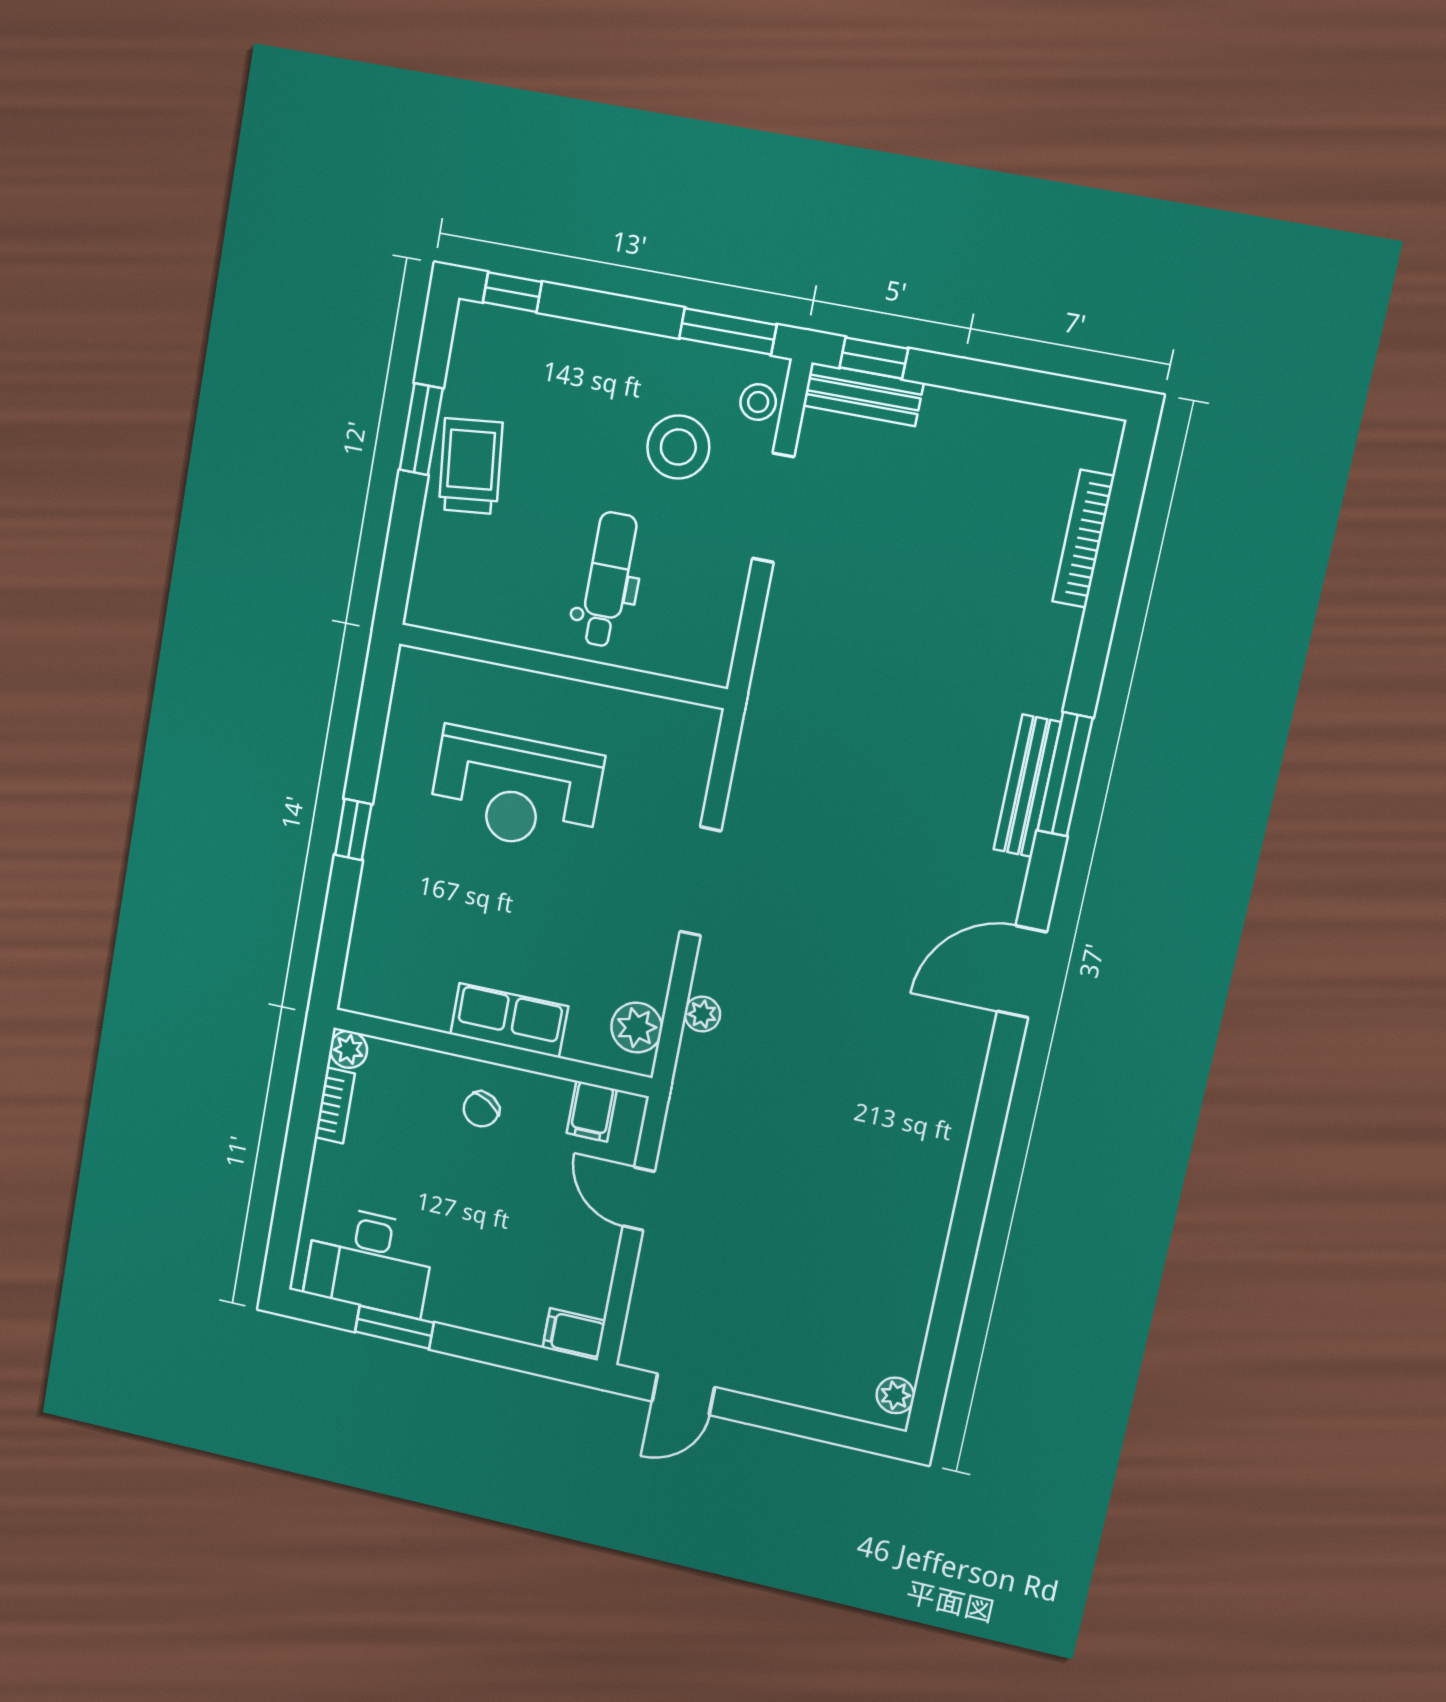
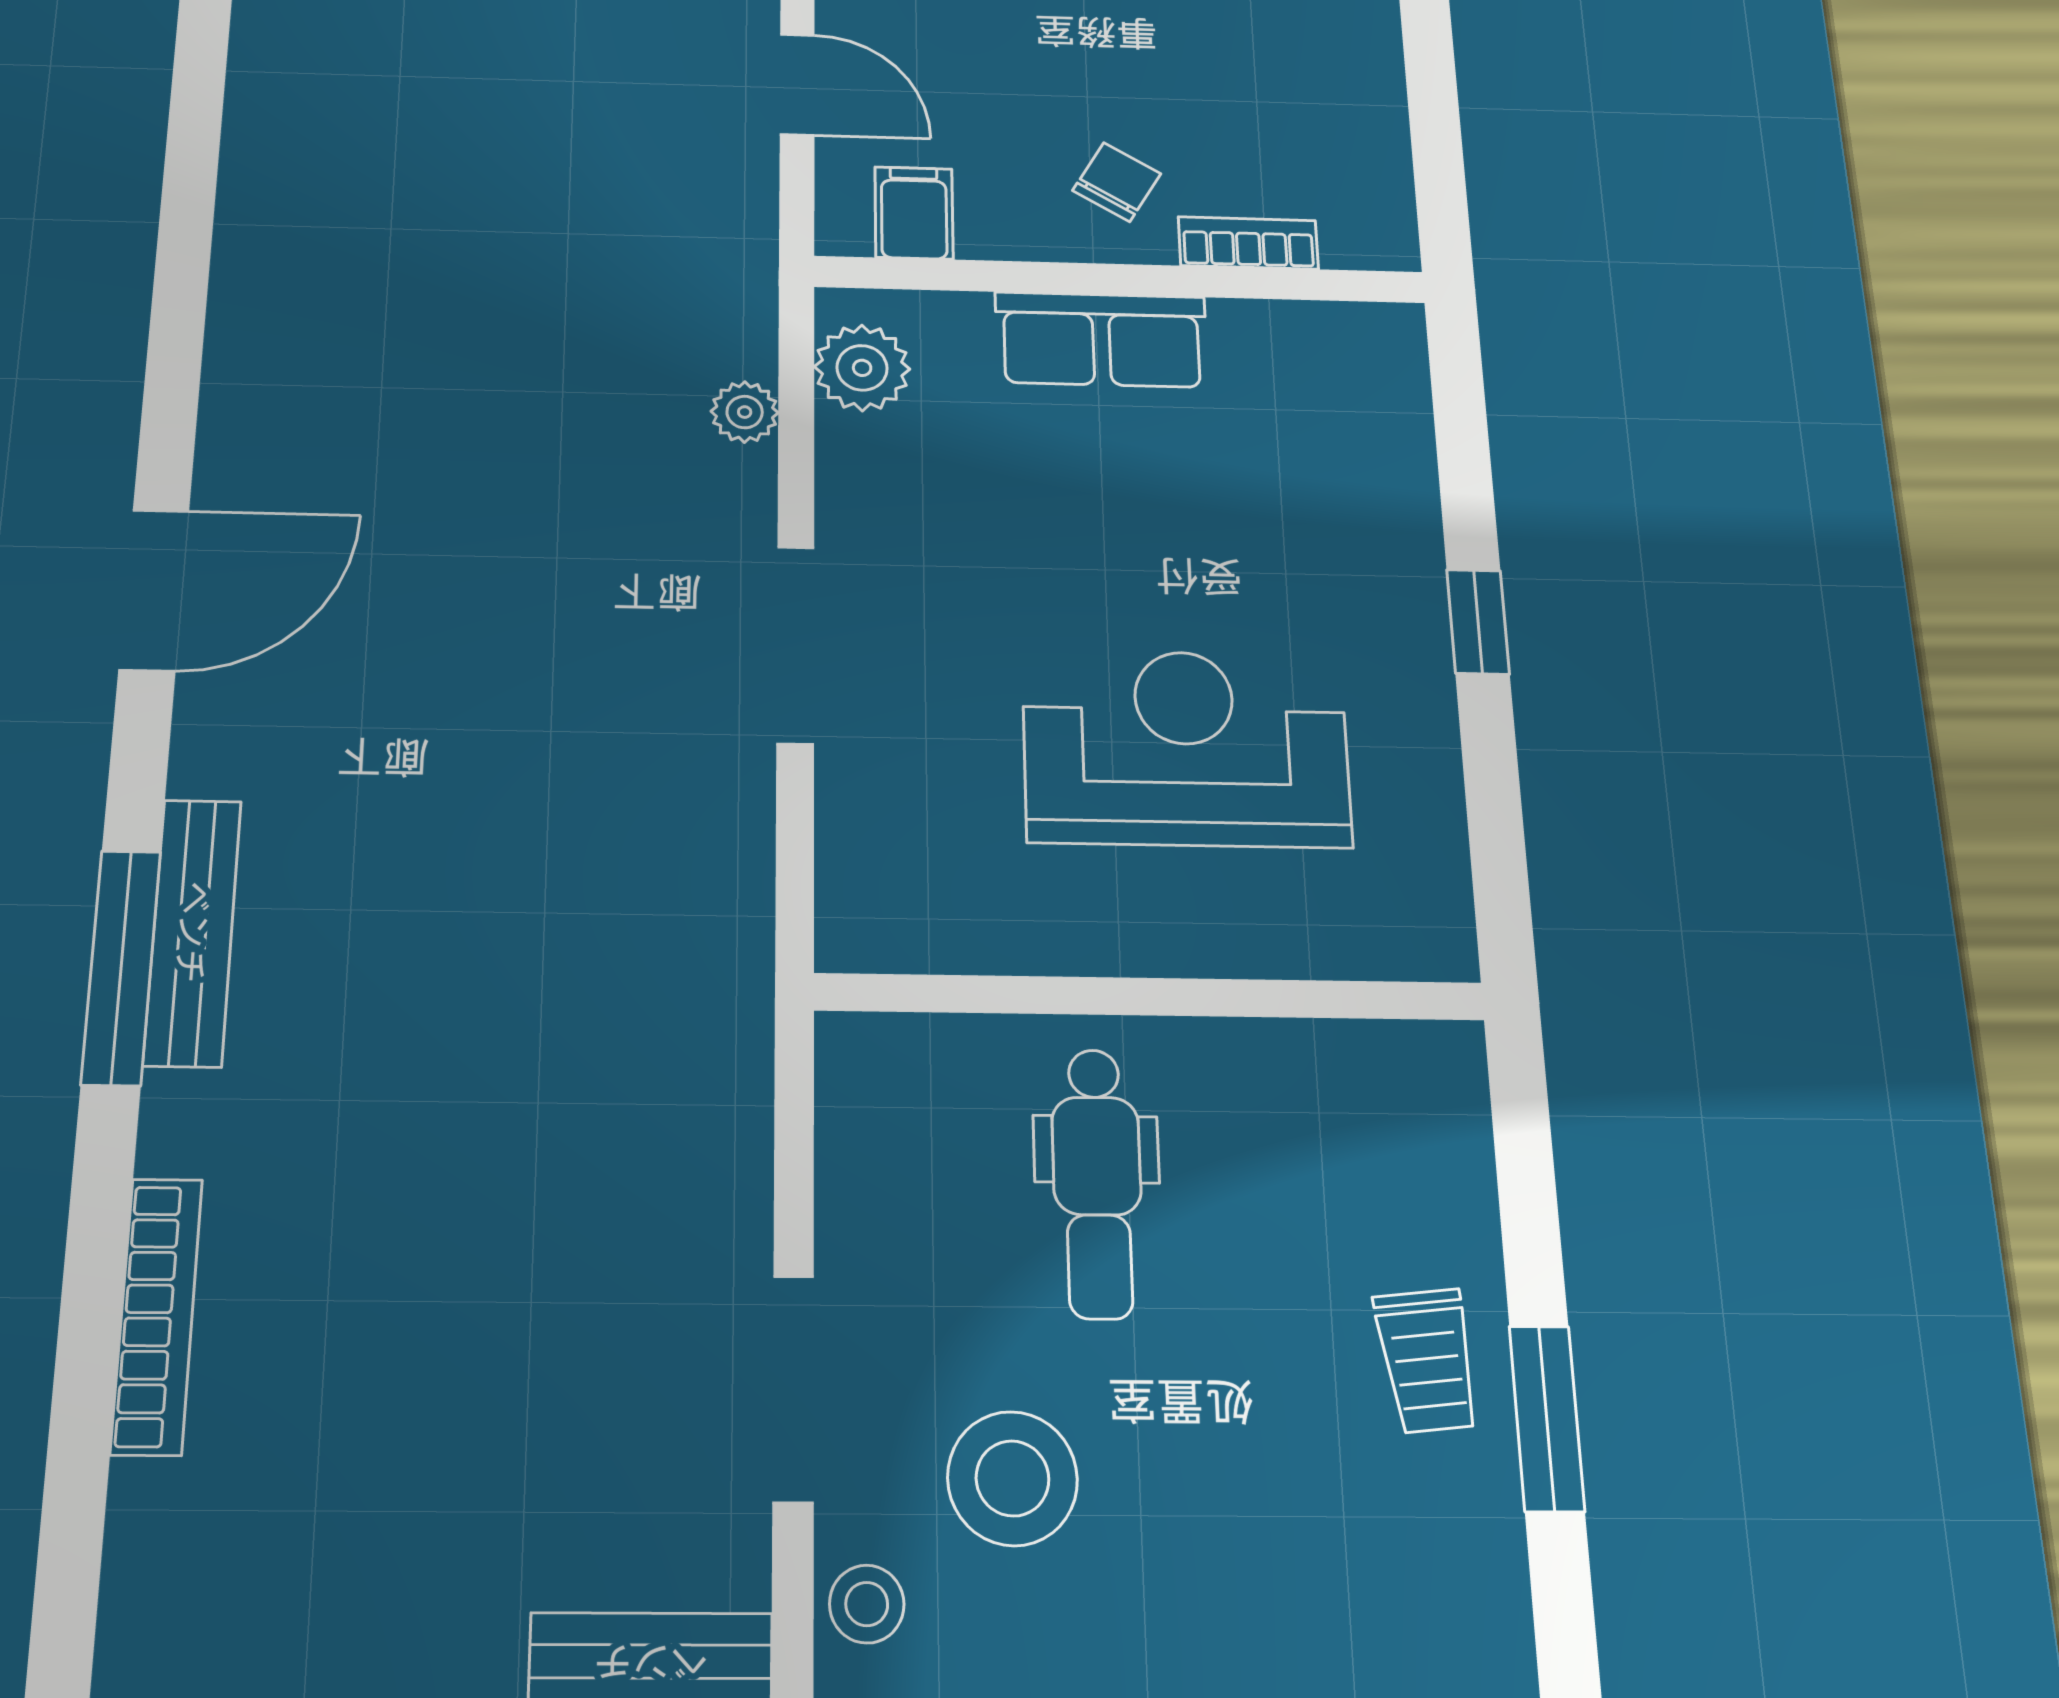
trolley: (471, 466) -> (1427, 1361), width x0.73, depth x0.72
bookcase: (1083, 539) -> (157, 1315), moved
plant: (348, 1049) -> (1384, 240), removed
bookcase: (335, 1105) -> (1248, 243), moved, turned 90

